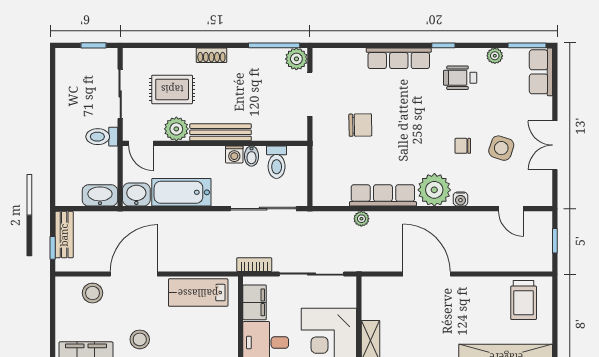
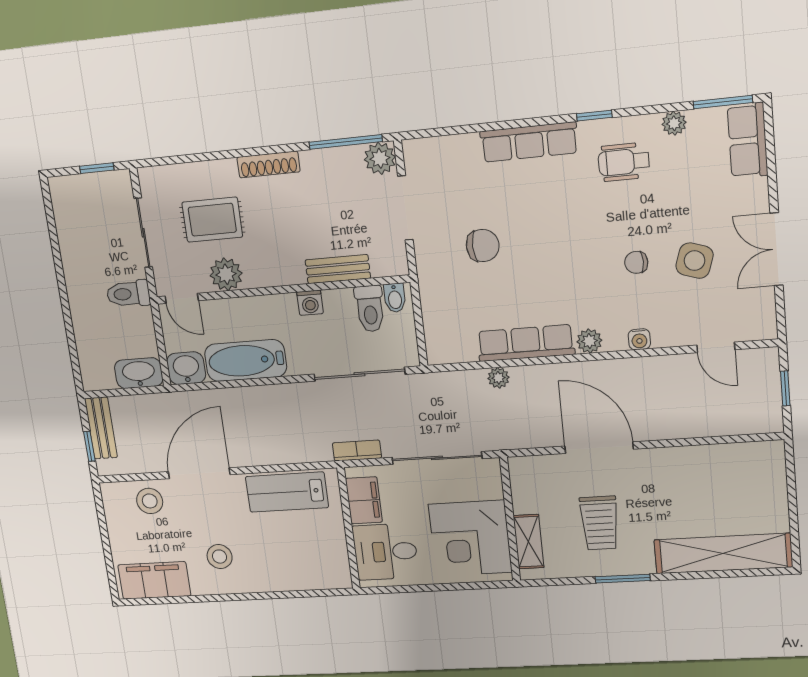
shoe rack: (211, 55) -> (269, 164), width x1.43
bench: (221, 132) -> (338, 269), moved, width x0.73
bidet: (251, 156) -> (395, 298), moved
plant: (434, 190) -> (589, 341), width x0.53, depth x0.53
trolley: (524, 300) -> (600, 523), moved

